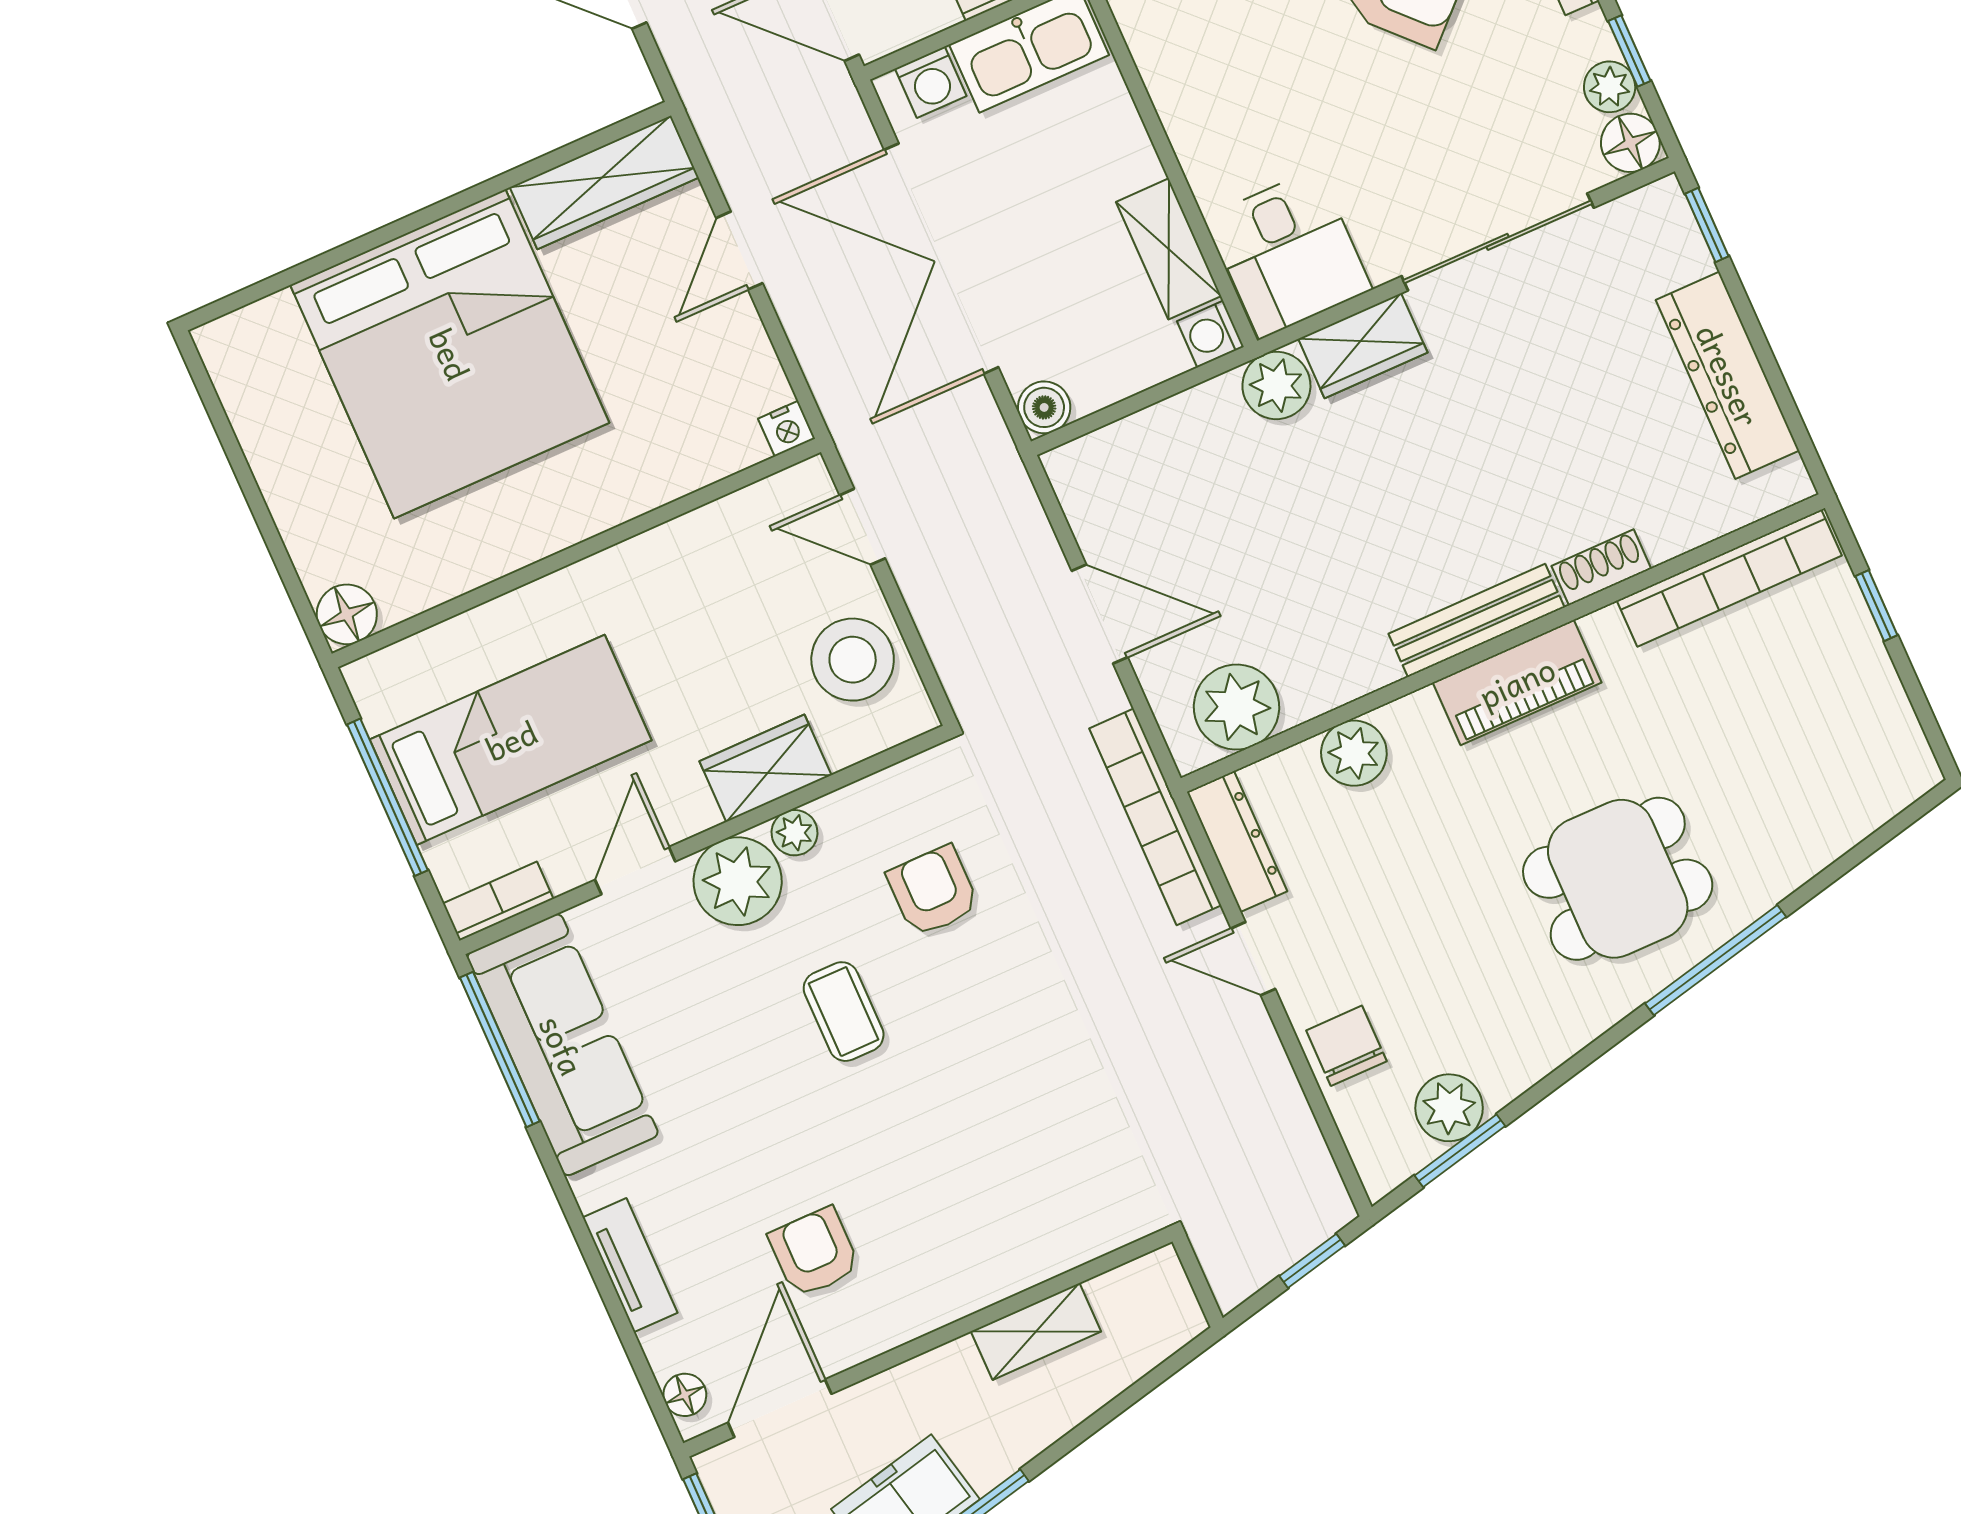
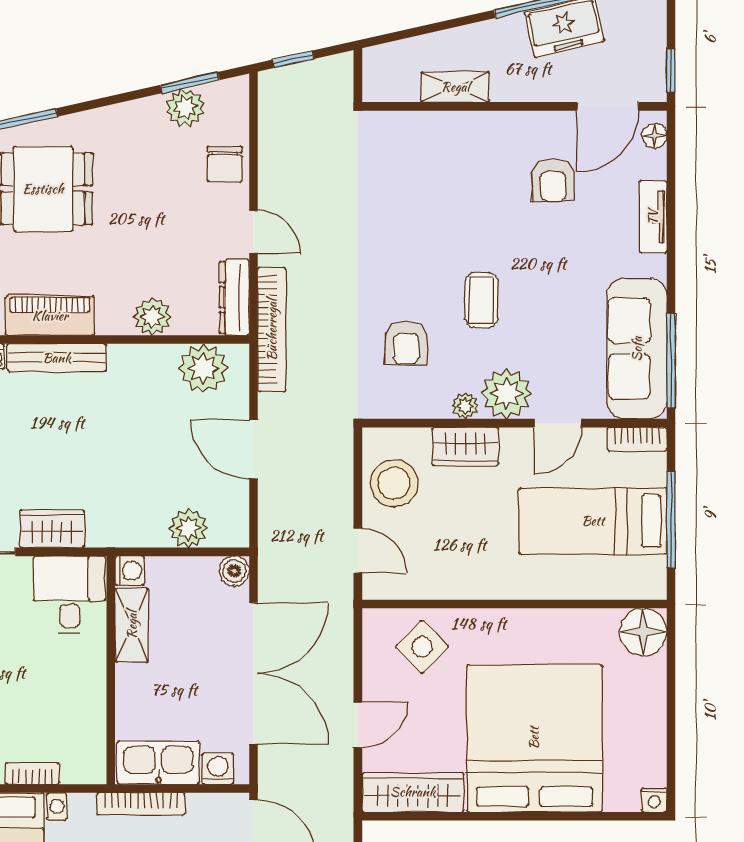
plant: (1276, 385) -> (188, 528), moved
side table: (693, 420) -> (422, 647), added
nightstand: (787, 429) -> (654, 800), moved, turned 180
floor lamp: (347, 614) -> (643, 632), width x1.38, depth x1.38

